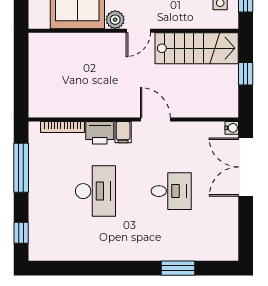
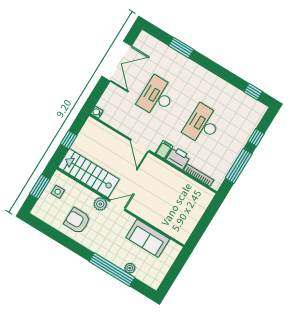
plant: (115, 20) -> (100, 204), moved
double door: (246, 167) -> (117, 61), moved
desk: (171, 191) -> (157, 96), width x1.37
window: (21, 233) -> (256, 138), moved
window: (58, 268) -> (253, 92), added

